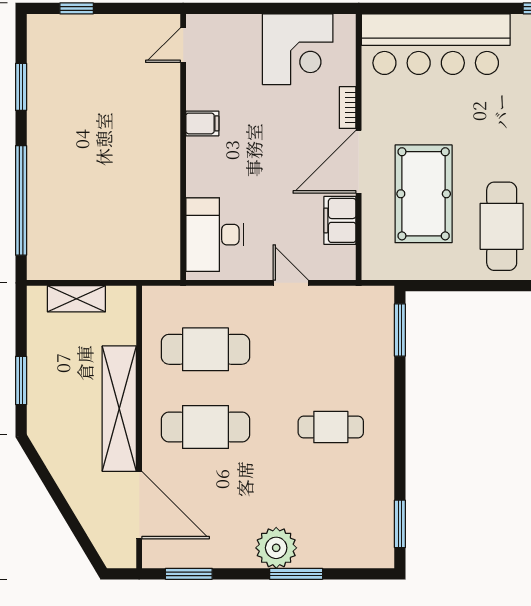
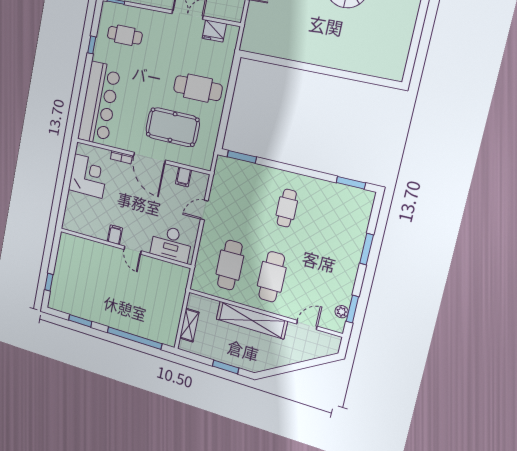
door: (183, 45) -> (133, 250), moved
filing cabinet: (340, 220) -> (183, 177), width x0.50
door: (139, 505) -> (307, 325), width x0.53
plant: (276, 548) -> (342, 312), moved, width x0.53, depth x0.53

